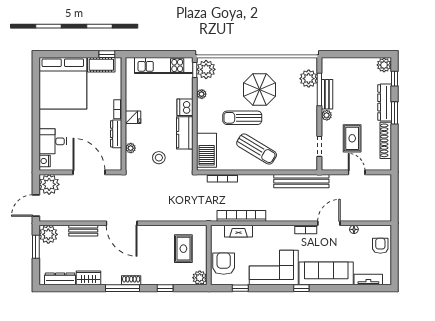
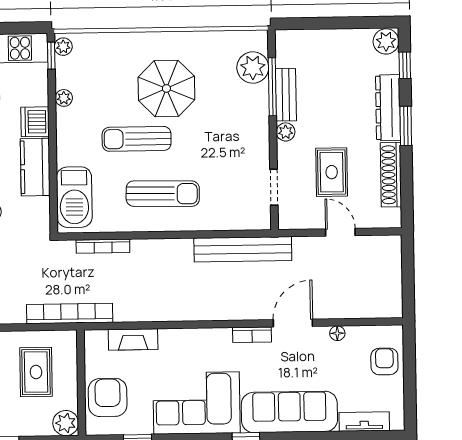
plant: (206, 69) -> (63, 47), width x0.53, depth x0.53
sun lounger: (257, 149) -> (163, 194), turned -30
bookcase: (241, 216) -> (70, 313), moved

